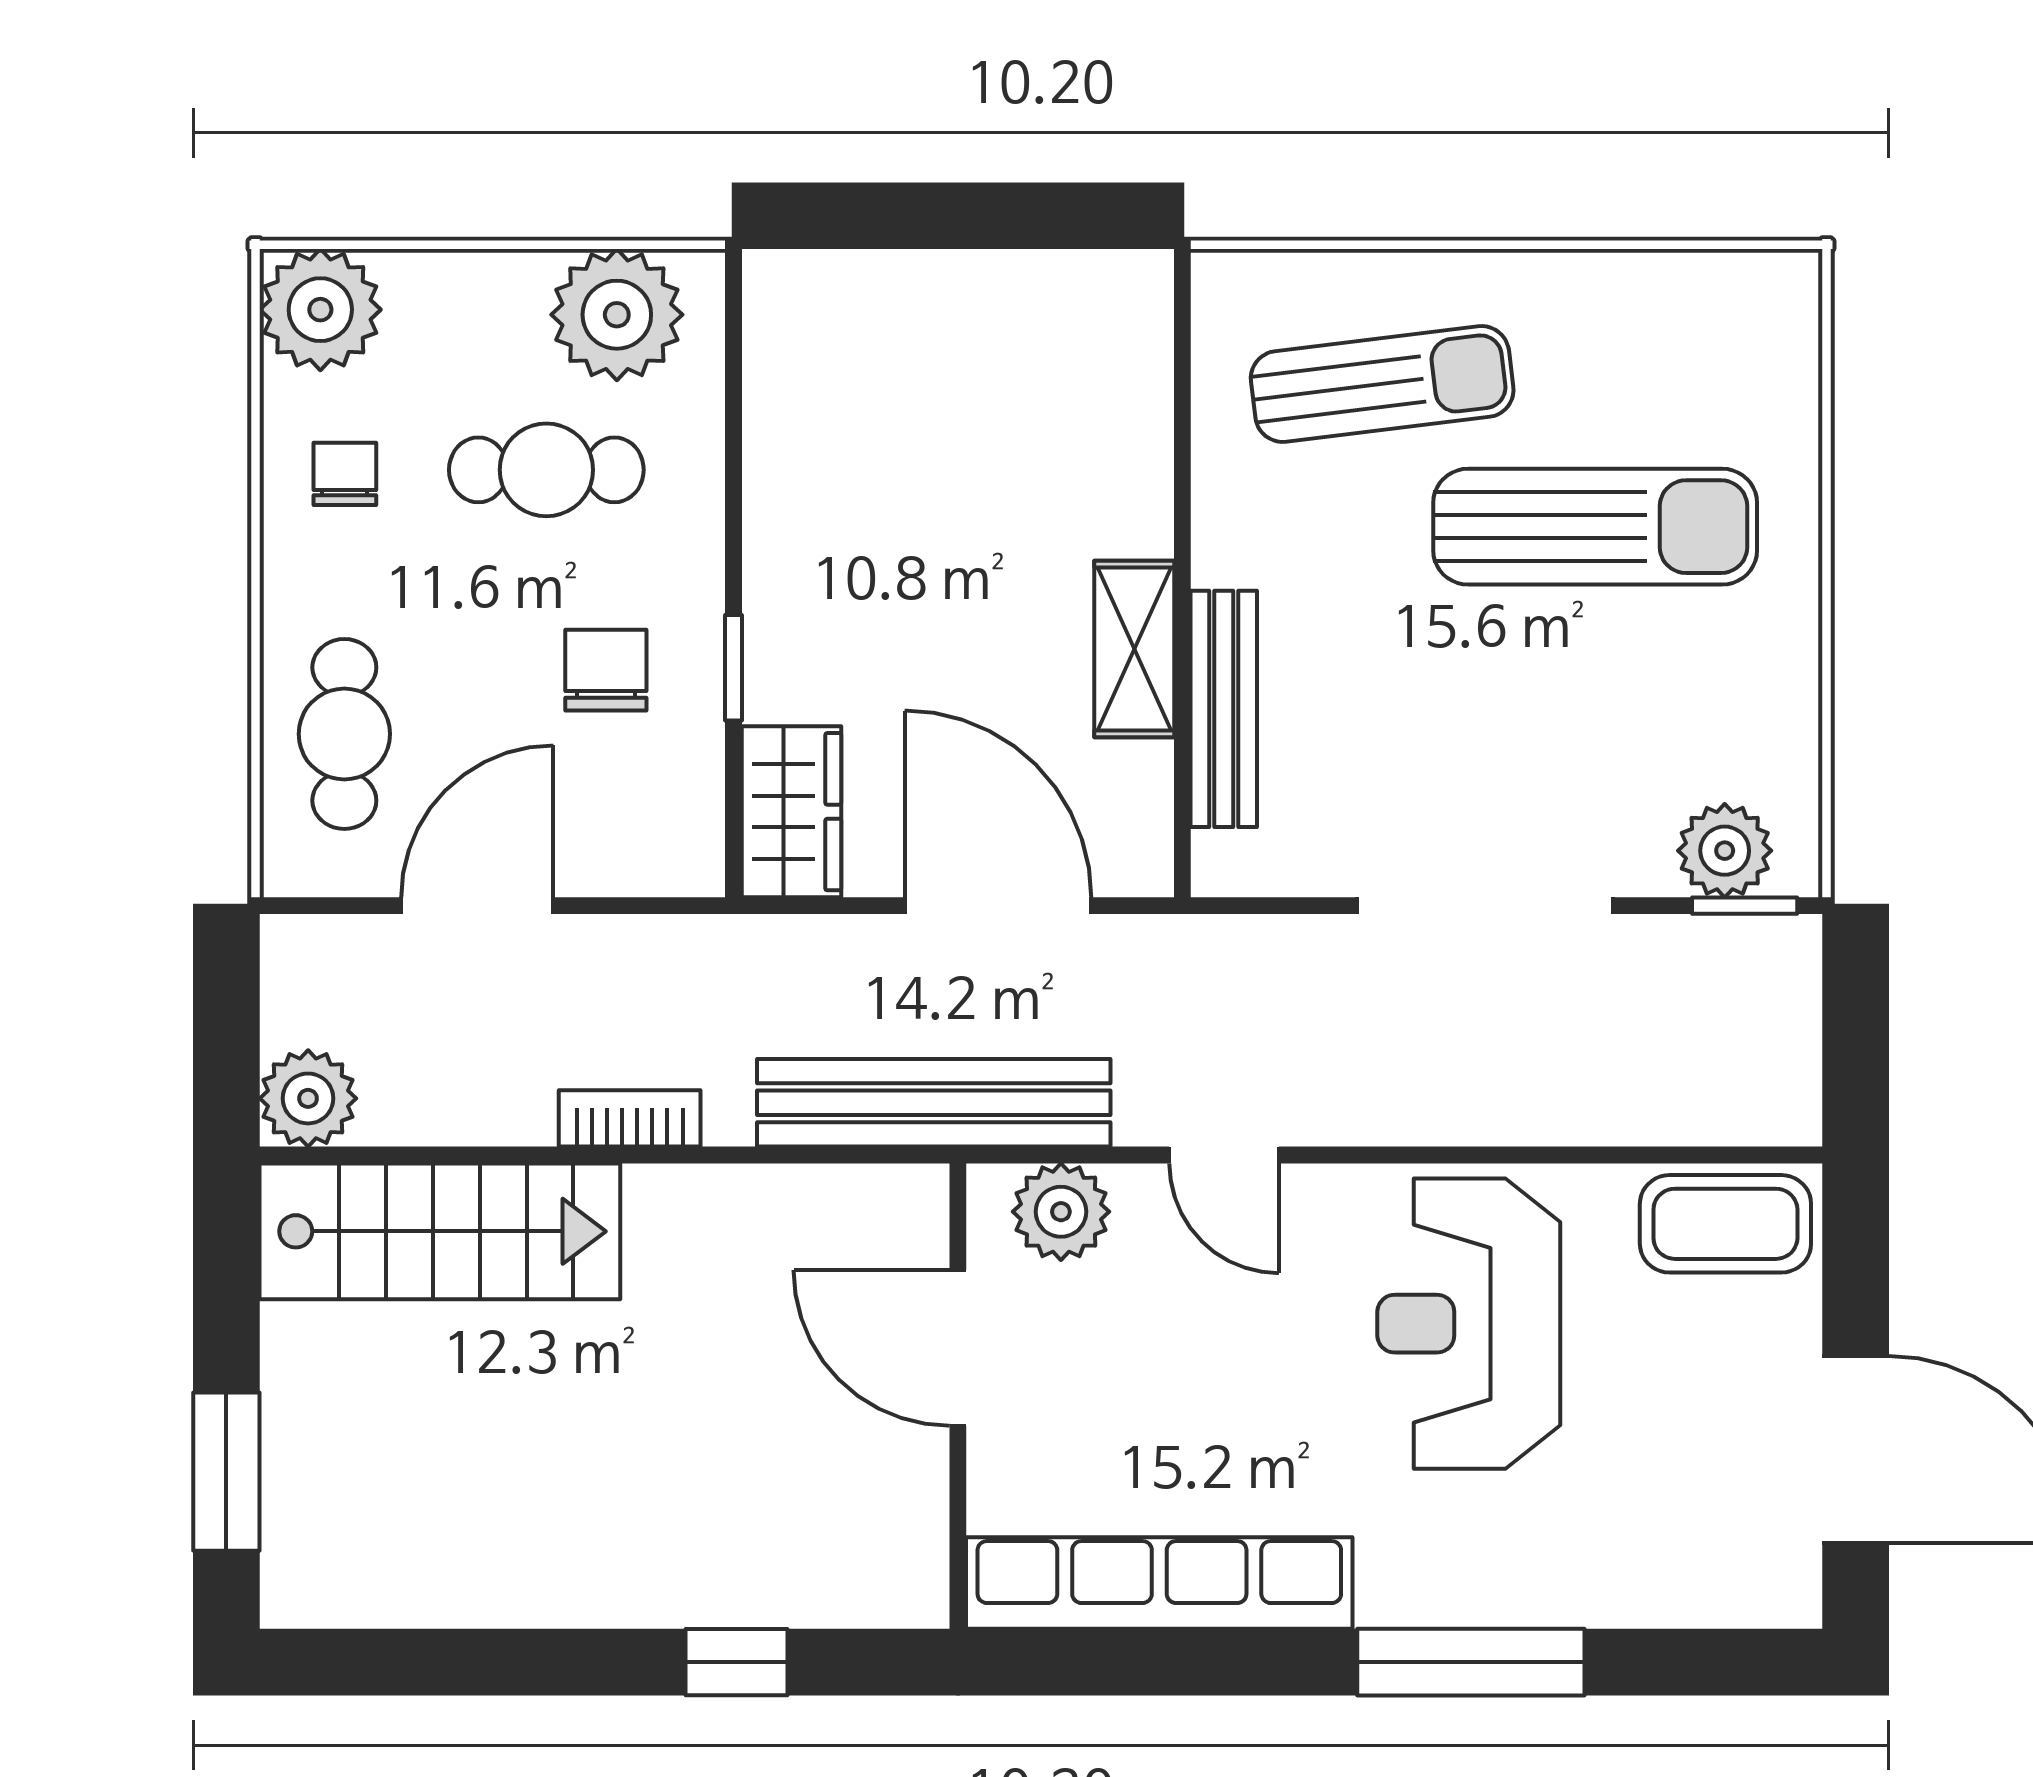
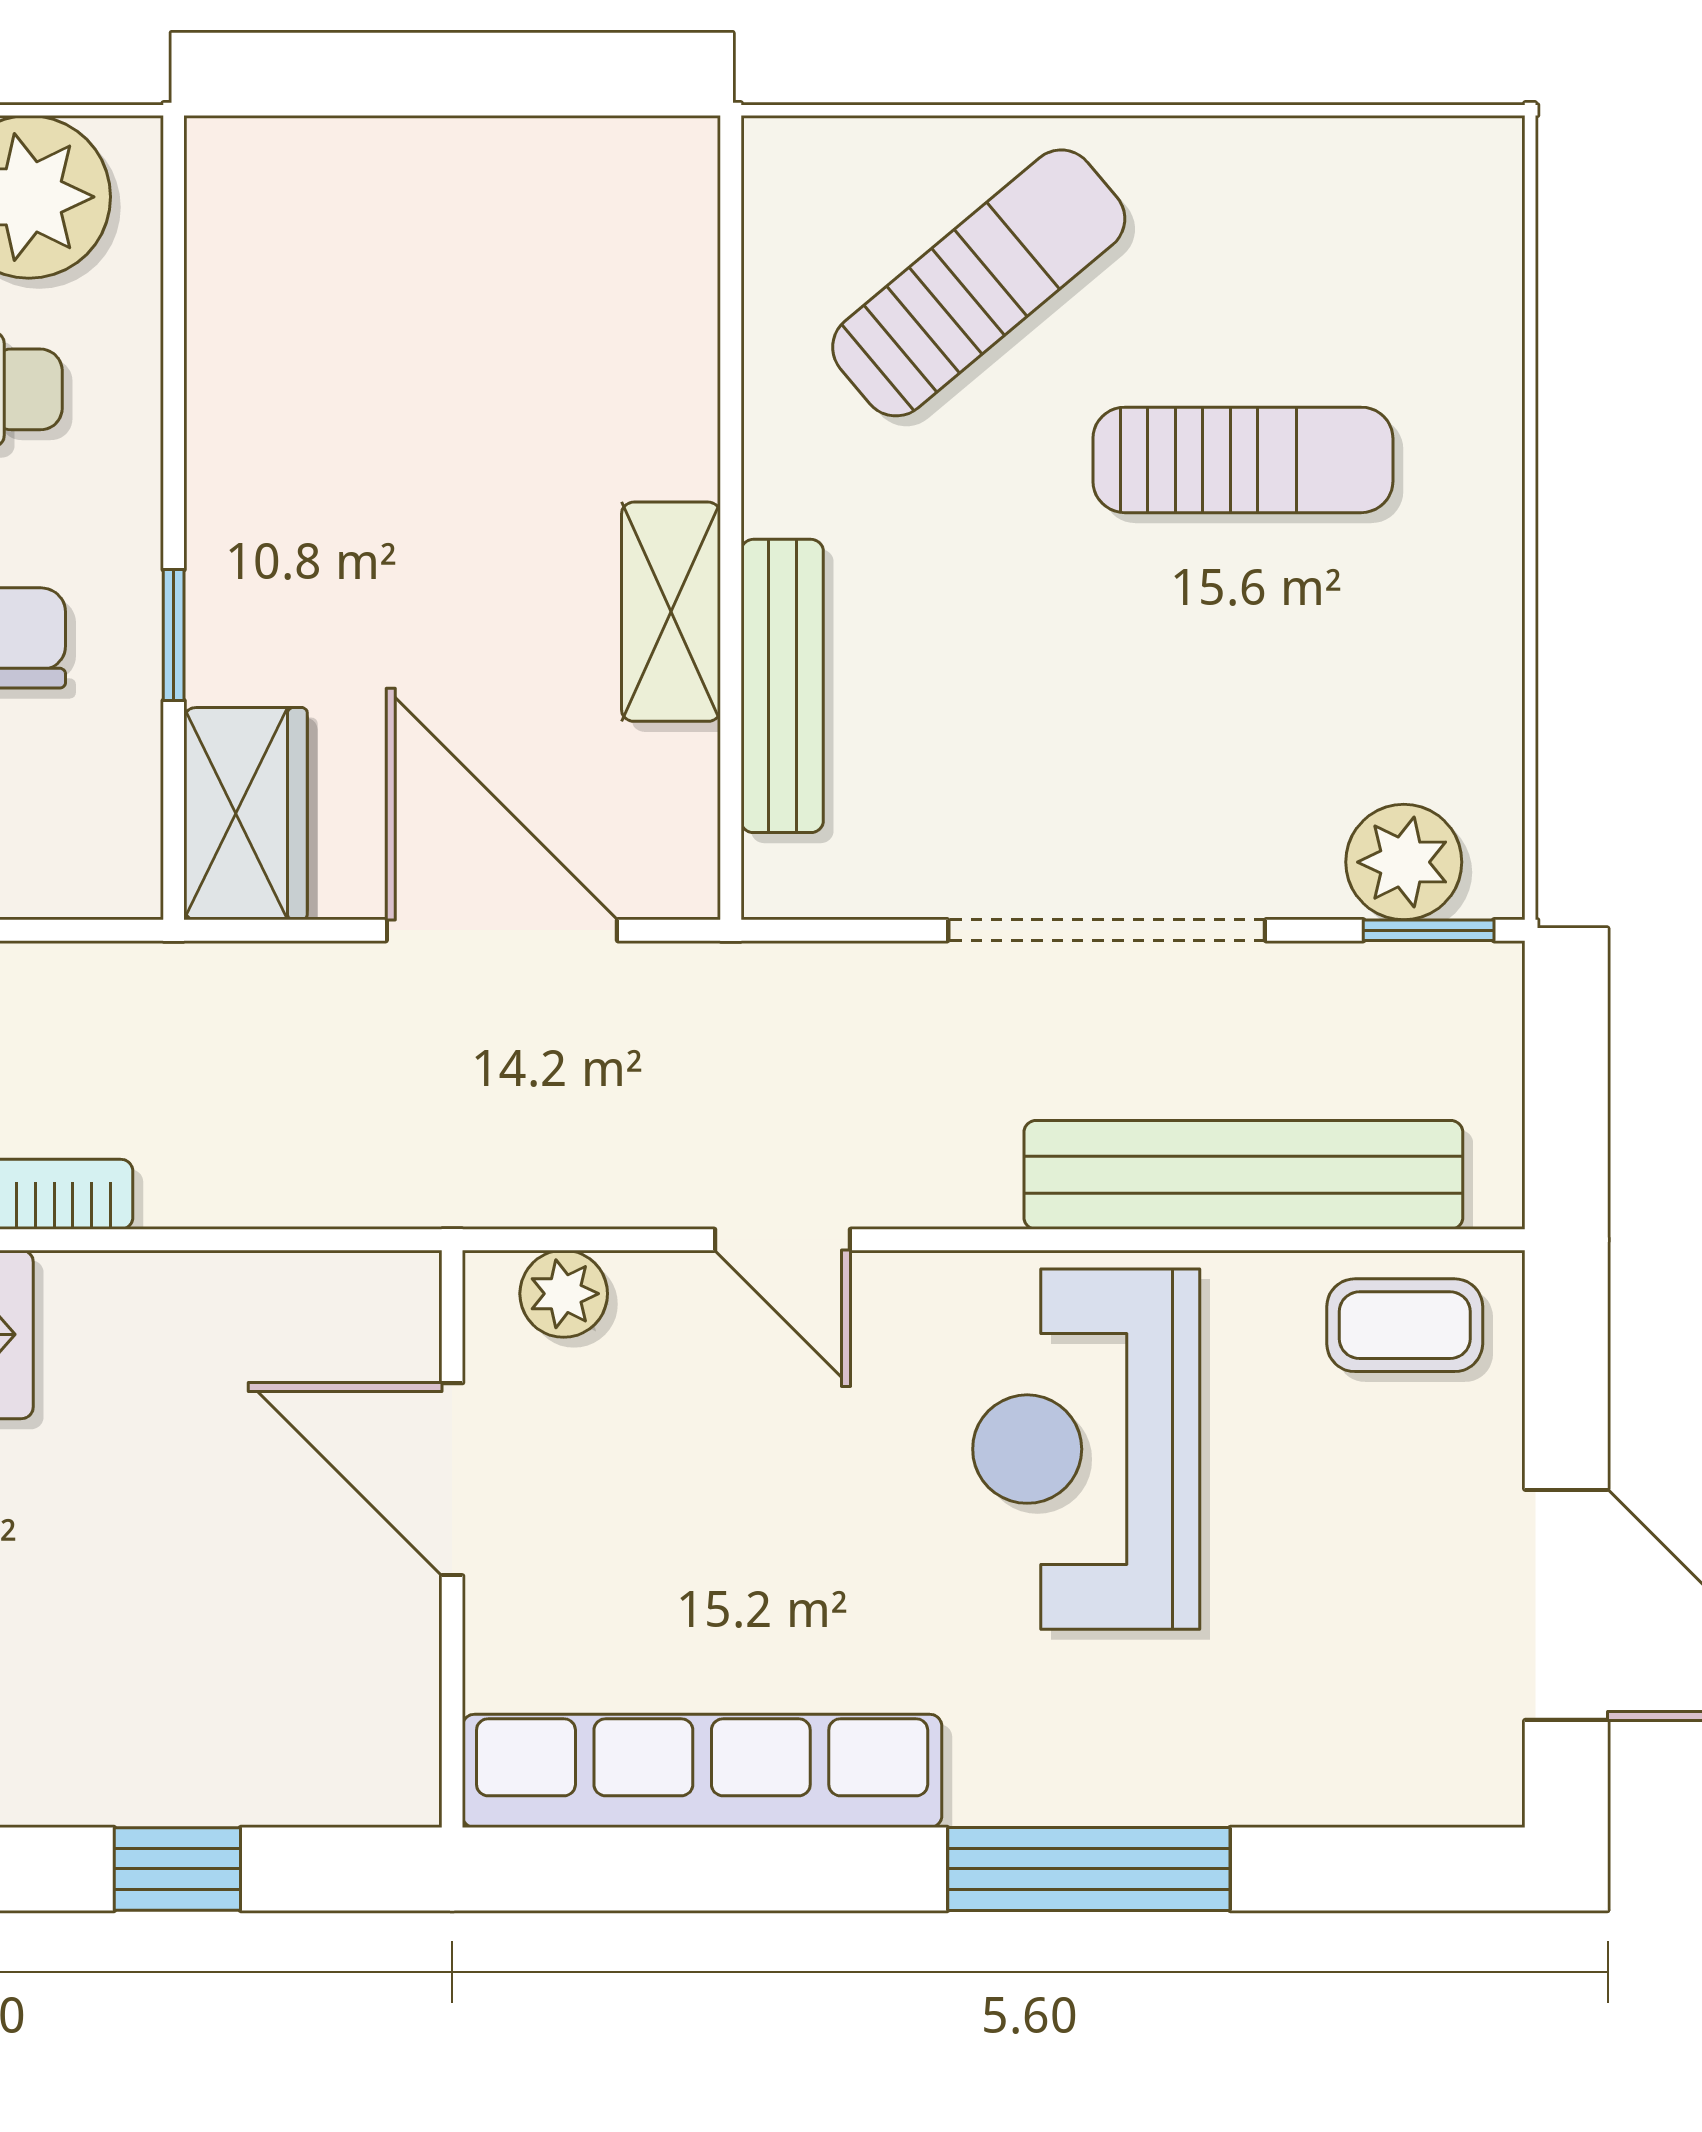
sun lounger: (1382, 384) -> (979, 283), turned -33
sun lounger: (1595, 527) -> (1243, 460), width x0.73, depth x0.75
bench: (934, 1103) -> (1243, 1175), moved
plant: (1061, 1212) -> (564, 1294), width x0.73, depth x0.73
coffee table: (1725, 1224) -> (1405, 1325), width x0.73, depth x0.77

